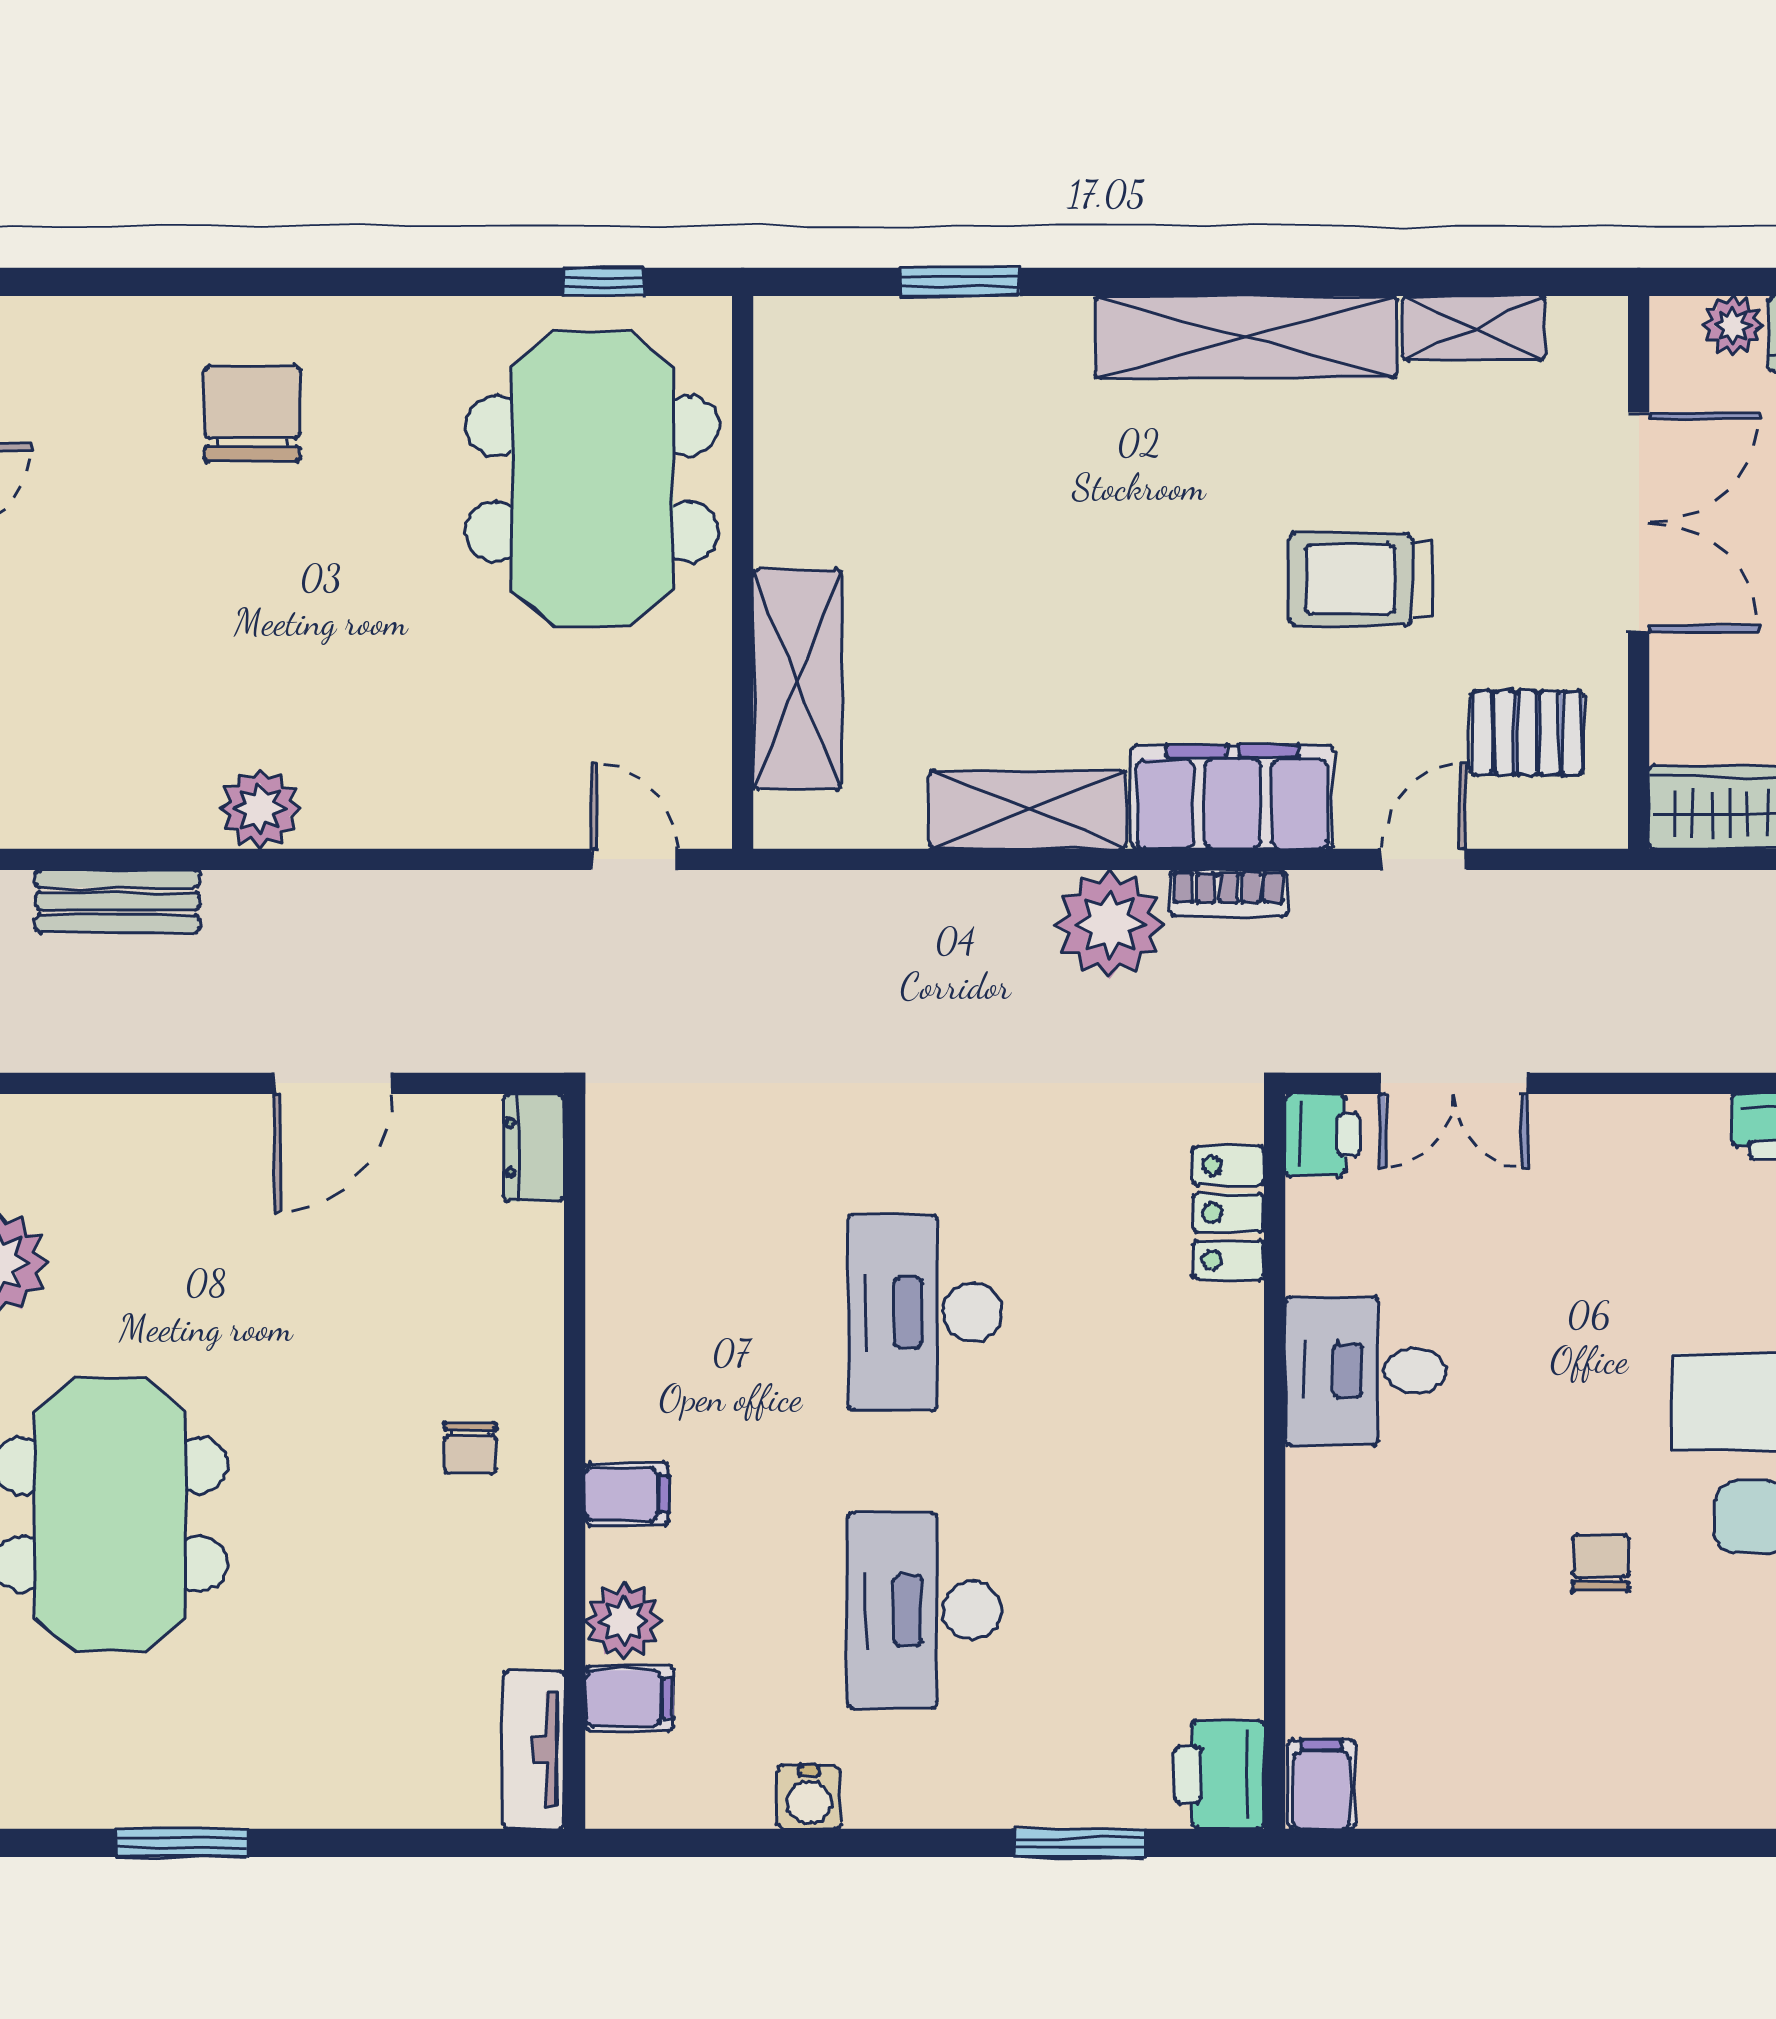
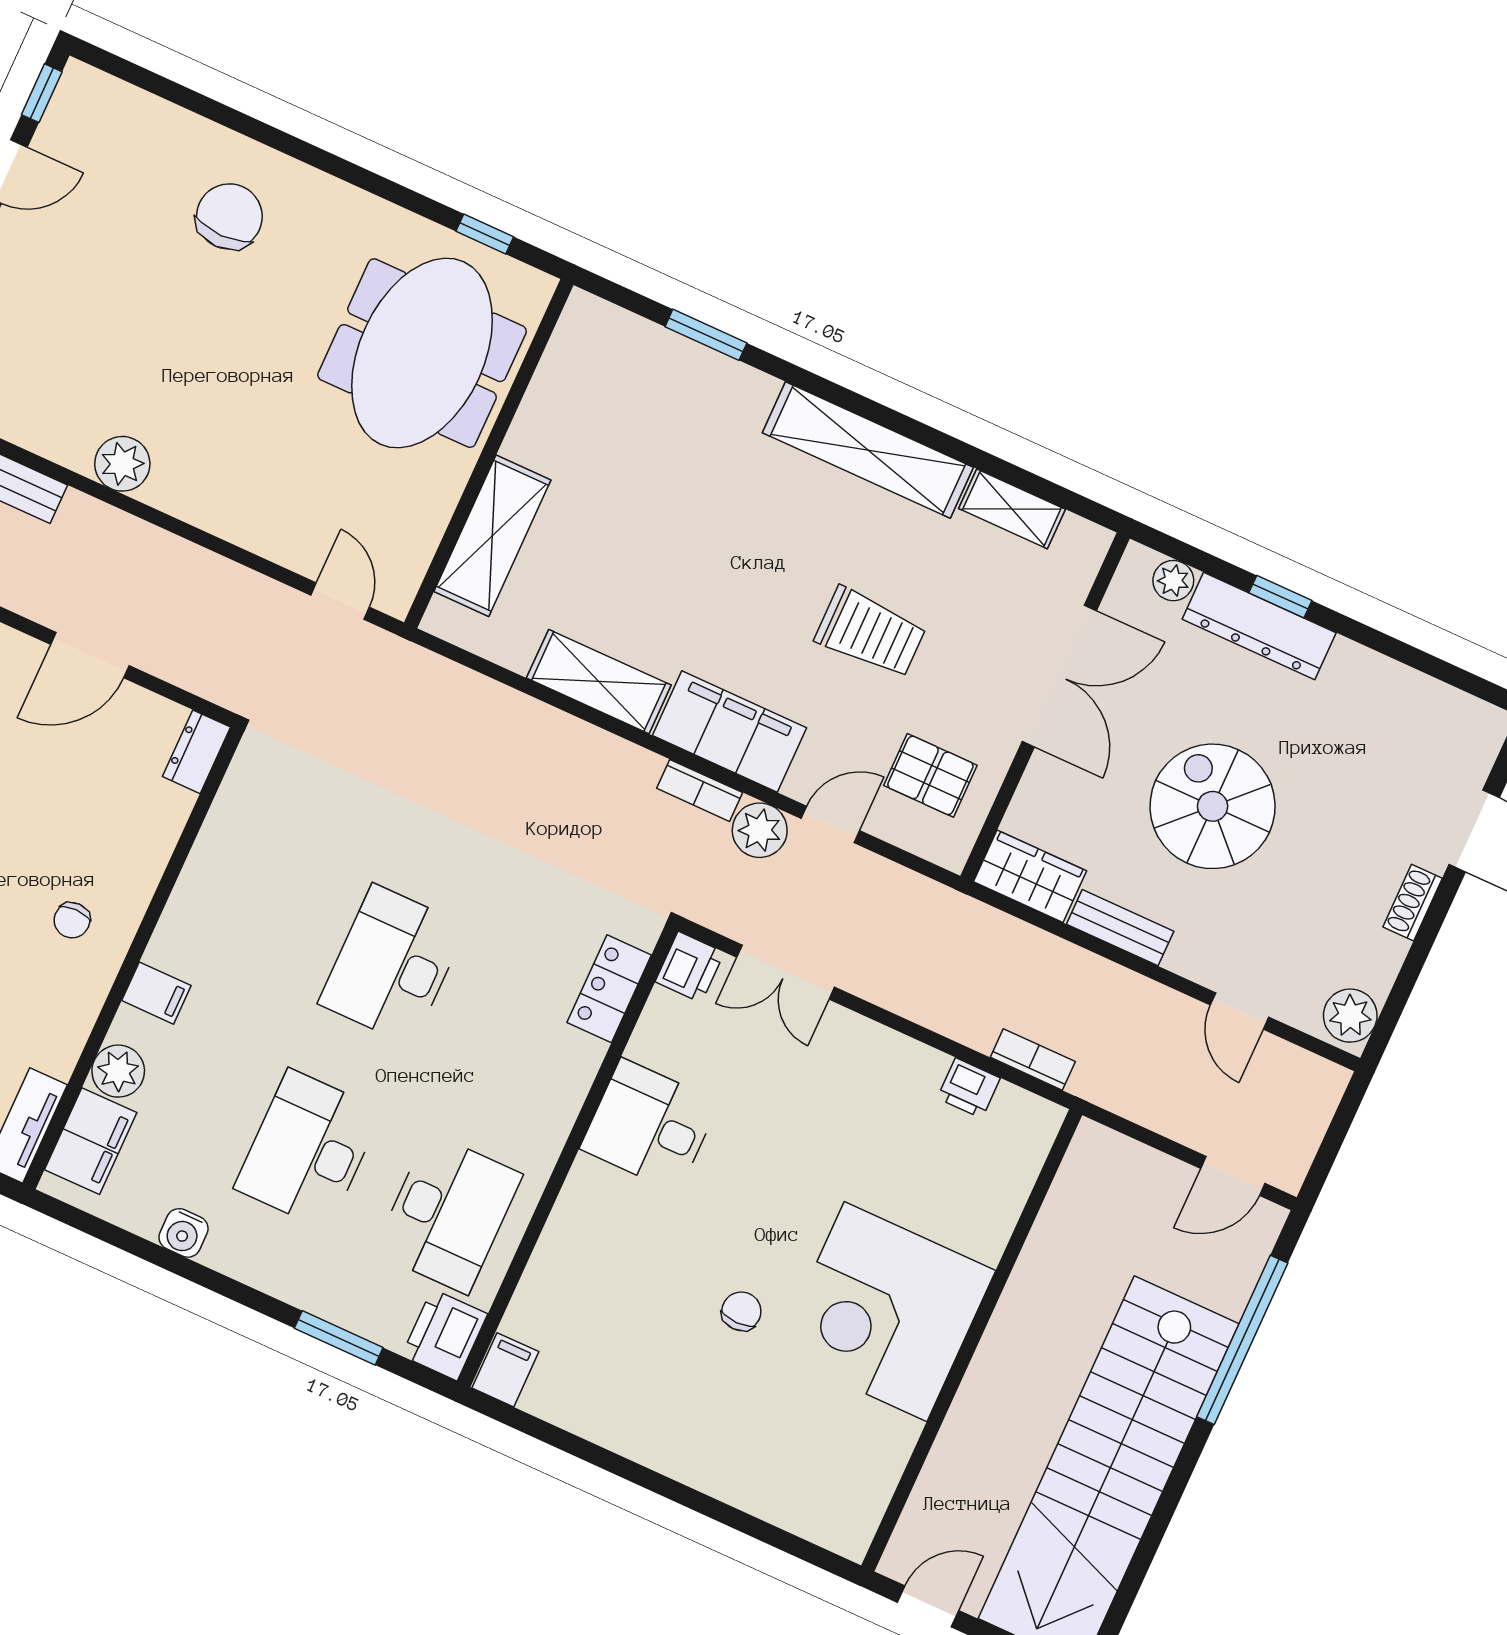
trolley: (1360, 579) -> (870, 633), turned 180
plant: (1110, 924) -> (760, 830), moved, width x0.73, depth x0.73
desk: (1150, 1610) -> (448, 1213), added
filing cabinet: (629, 1698) -> (91, 1141), width x2.00

